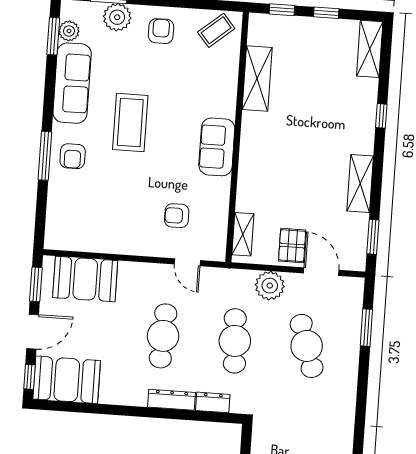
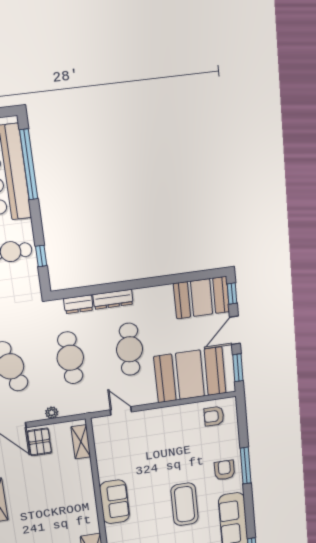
armchair: (177, 216) -> (214, 416), moved, turned 180
booth: (85, 279) -> (190, 375), width x1.36, depth x1.42
plant: (270, 286) -> (52, 413), width x0.53, depth x0.53

